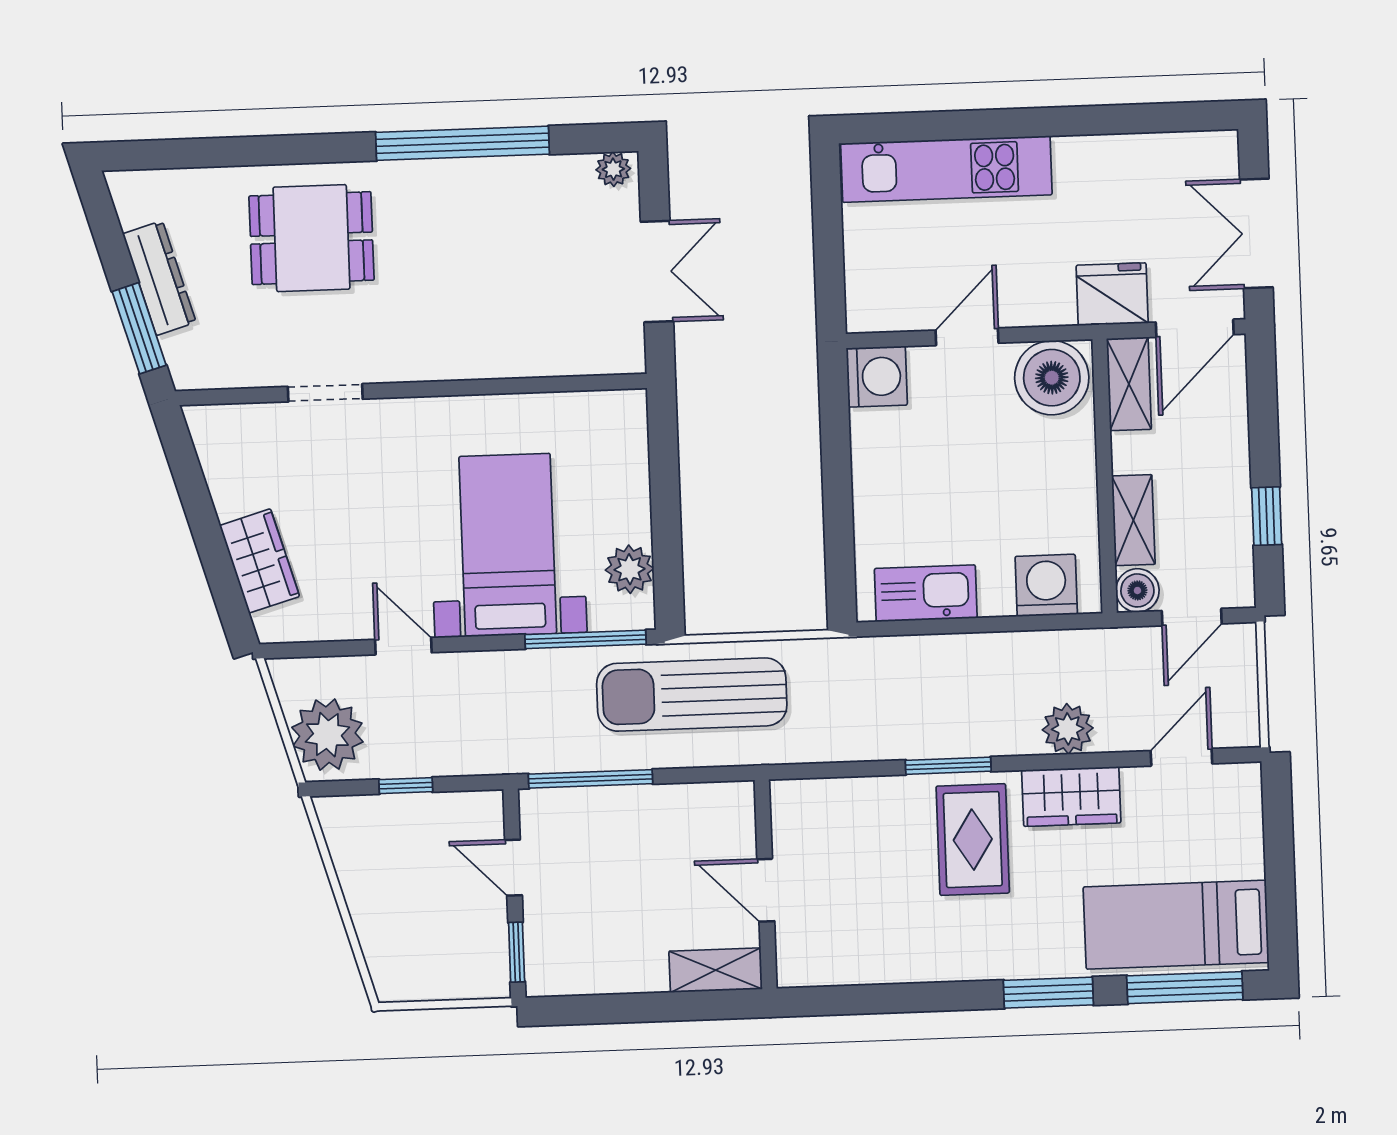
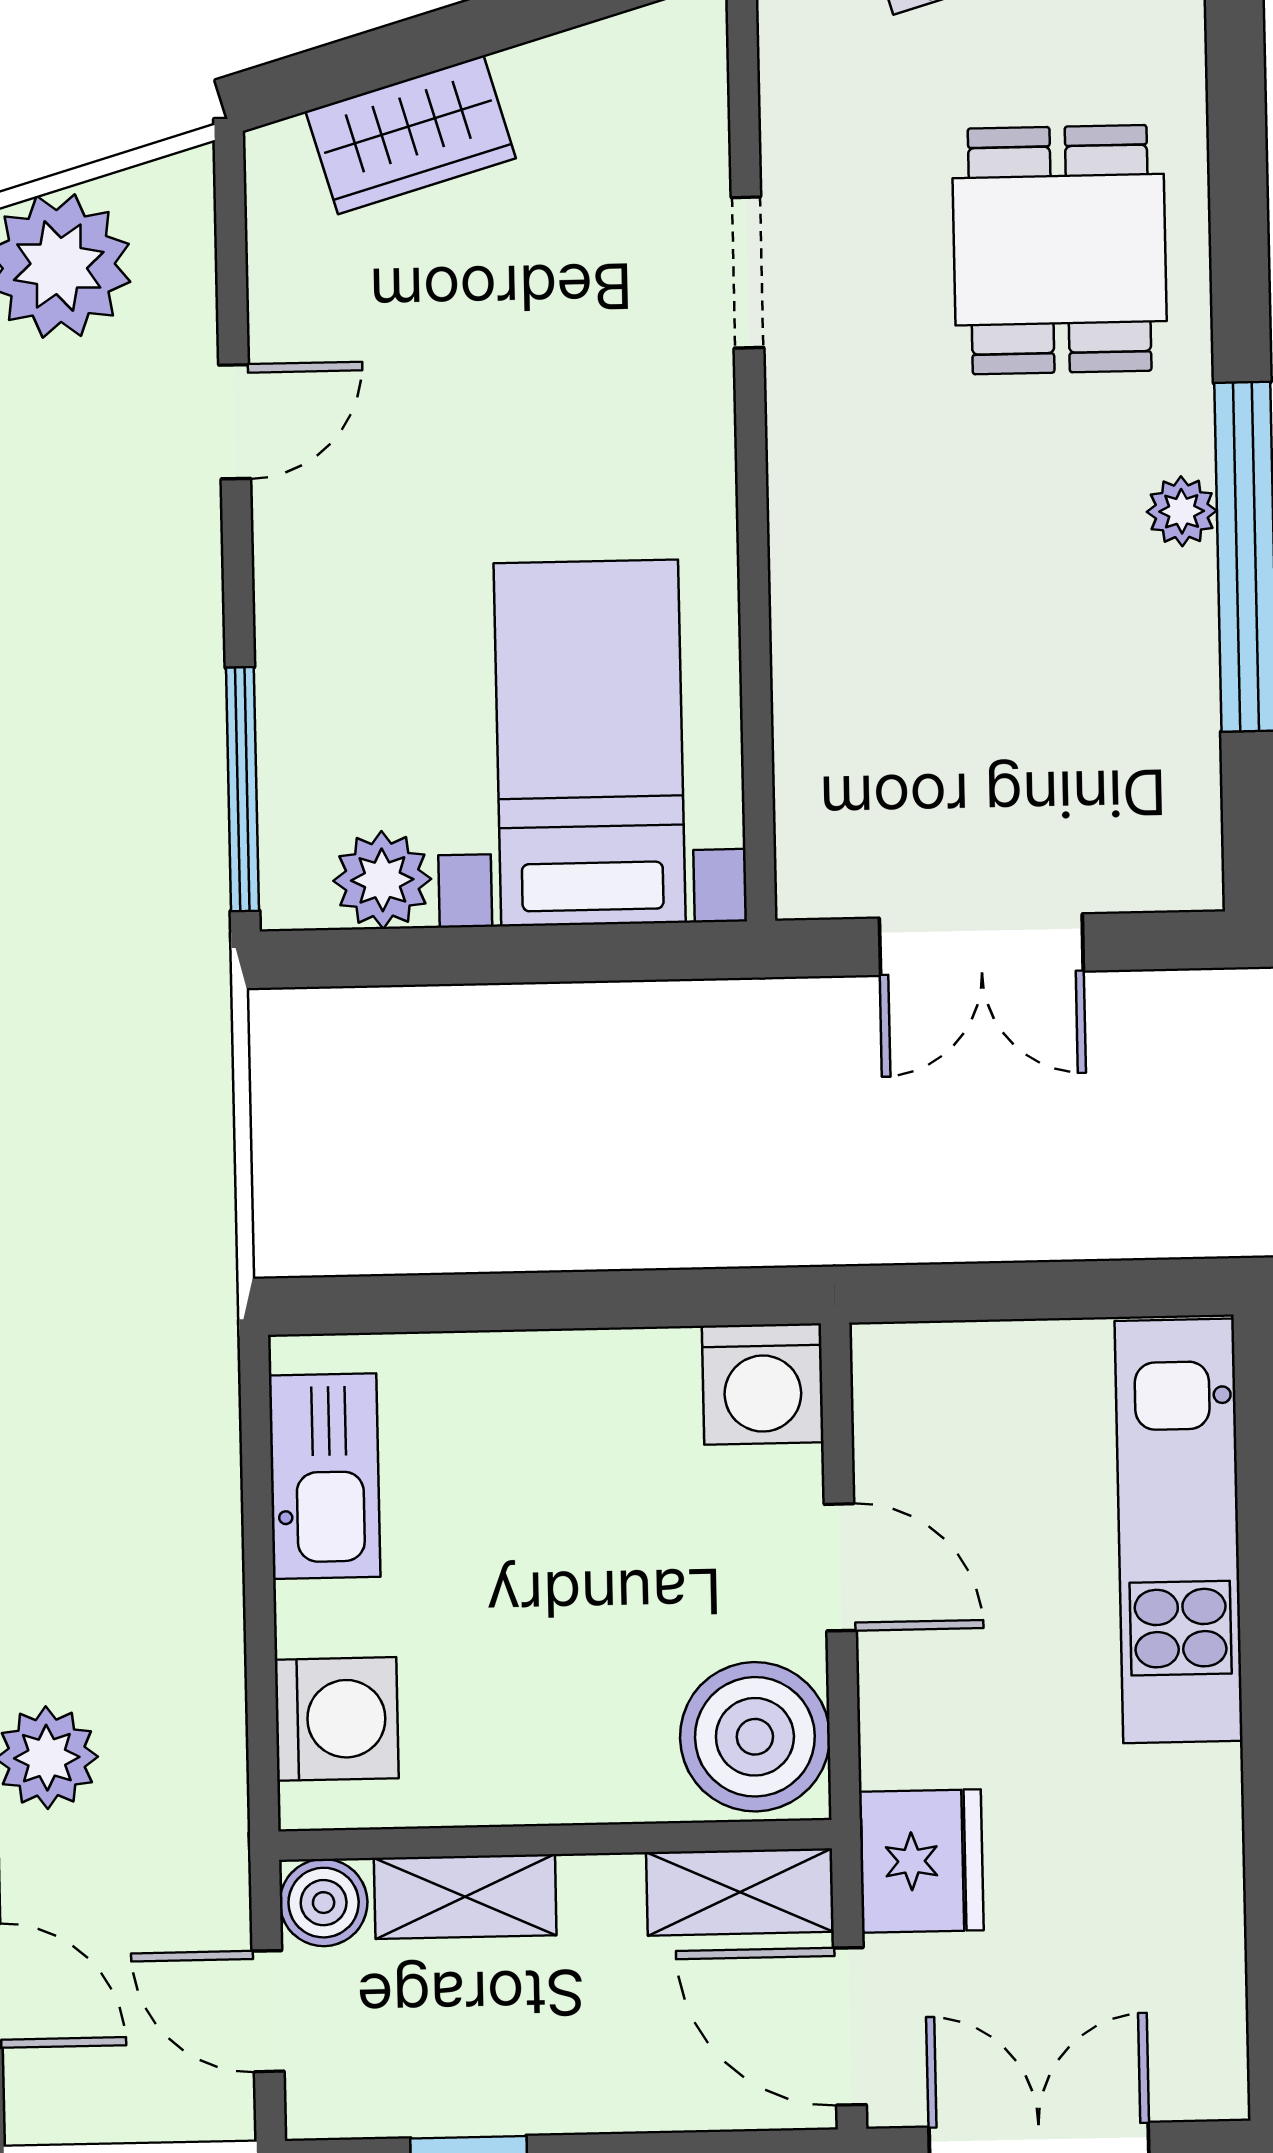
plant: (613, 169) -> (1182, 511), moved
bed with nightstands: (508, 545) -> (590, 743), moved, turned -90
sun lounger: (692, 695) -> (128, 1001), removed

